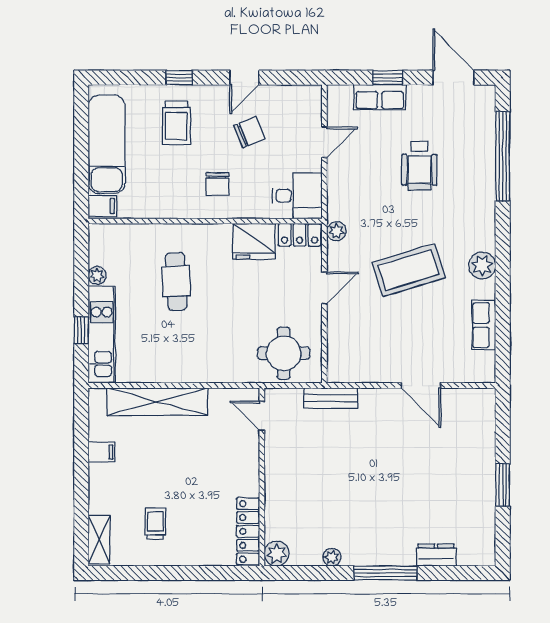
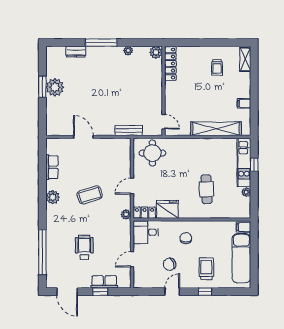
coffee table: (409, 270) -> (90, 195), width x0.73, depth x0.76
plant: (478, 484) -> (55, 87), added

